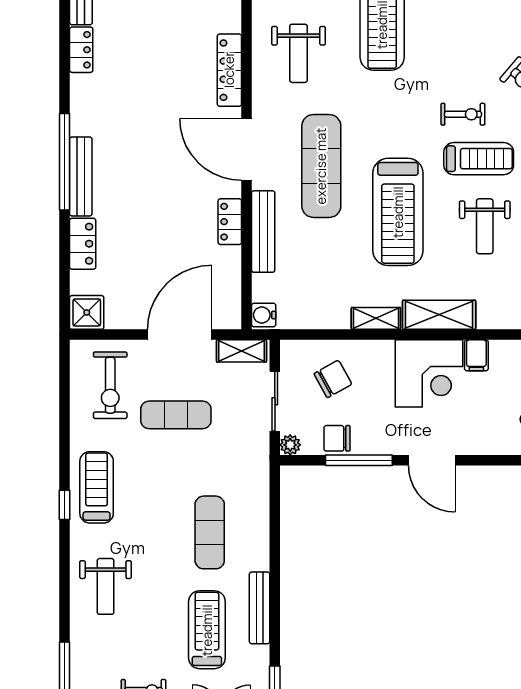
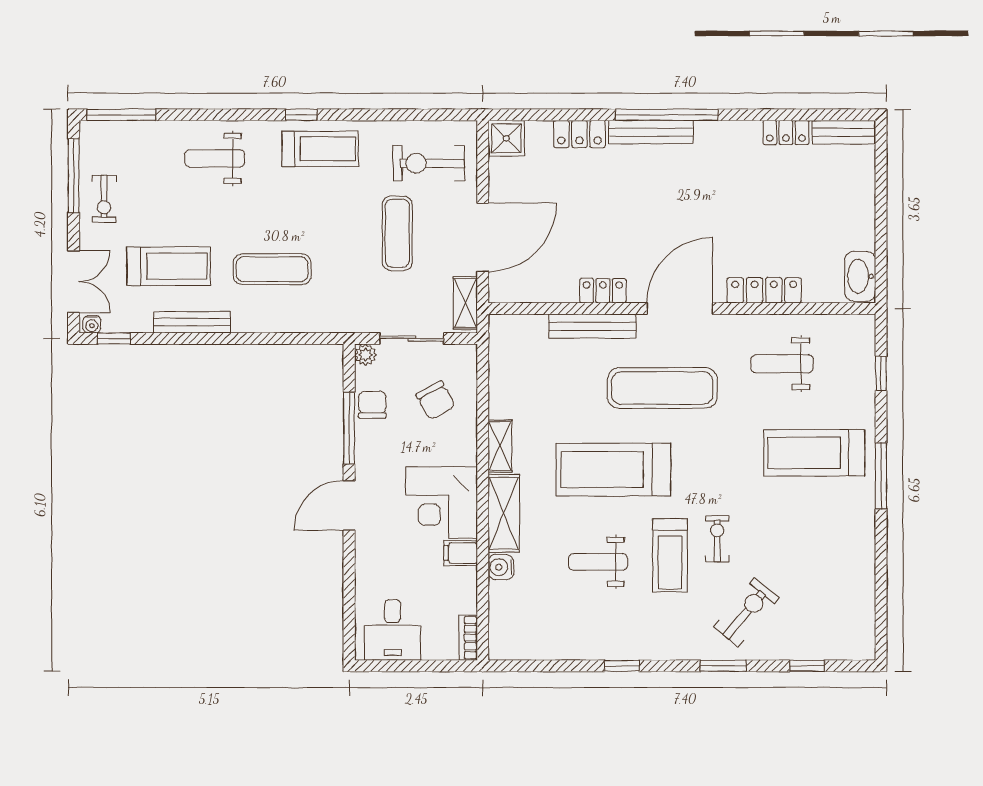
exercise bike: (463, 114) -> (717, 539), turned 180
water cooler: (264, 315) -> (501, 567), moved, turned -90
door: (180, 335) -> (483, 237), hinge flipped

